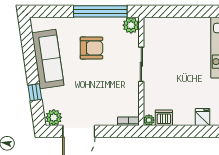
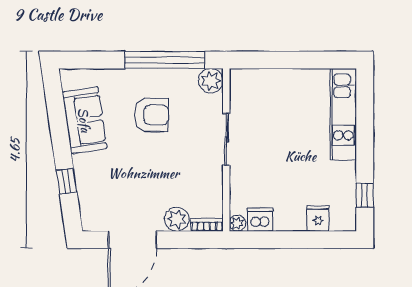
sofa: (48, 59) -> (84, 120), width x0.73
plant: (54, 117) -> (177, 219), moved

